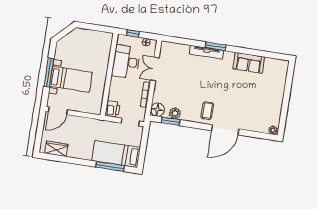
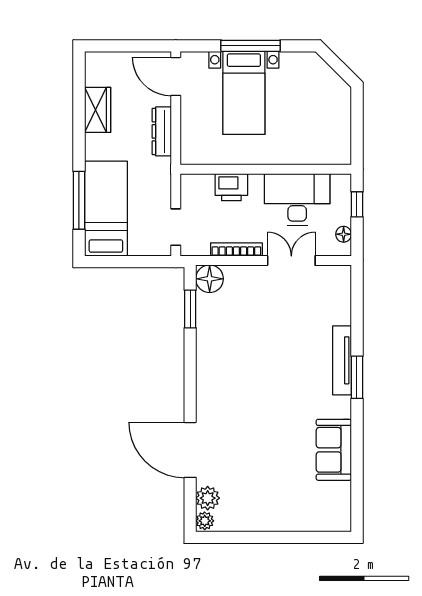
printer: (113, 109) -> (231, 187), moved
coffee table: (207, 111) -> (223, 381), removed
plant: (175, 113) -> (208, 498), moved
dresser: (83, 122) -> (162, 131), added
door: (225, 130) -> (190, 450), moved
wardrobe: (56, 149) -> (98, 110), moved

